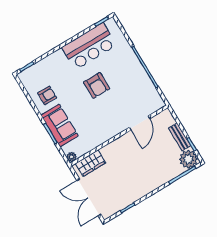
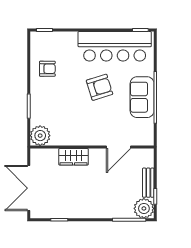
bar counter: (89, 46) -> (115, 46), width x1.36
armchair: (97, 85) -> (100, 87), turned -107
sofa: (60, 125) -> (142, 97), moved, turned 180
plant: (72, 157) -> (40, 136), width x1.87, depth x1.87
wardrobe: (90, 163) -> (74, 157), moved

